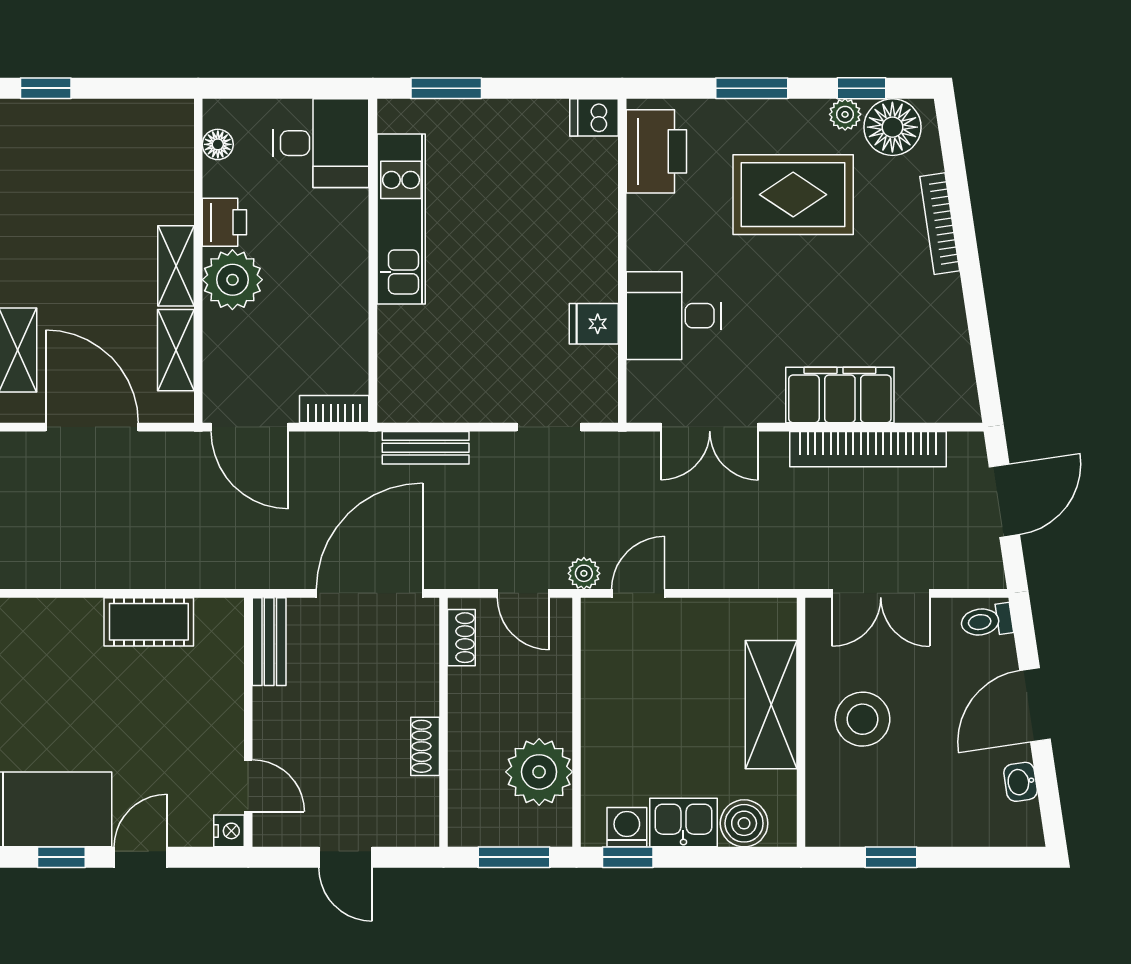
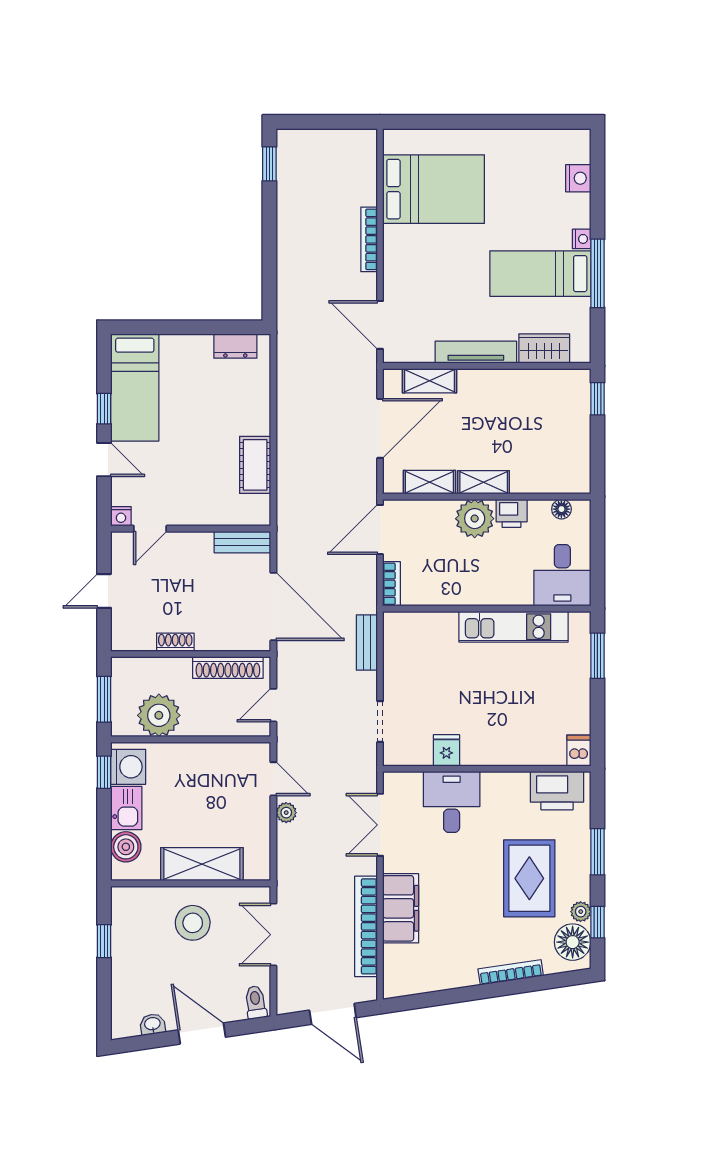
plant: (584, 573) -> (286, 813), moved
shoe rack: (461, 638) -> (228, 668), width x1.94, depth x1.24
washing machine: (627, 827) -> (128, 767), width x1.38, depth x1.38

